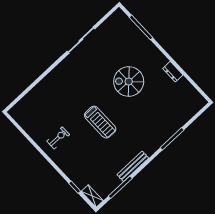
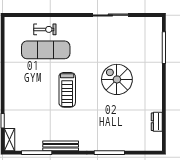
dresser: (173, 72) -> (157, 122), moved
exercise mat: (58, 108) -> (46, 50), added
exercise bike: (58, 138) -> (45, 29), moved

